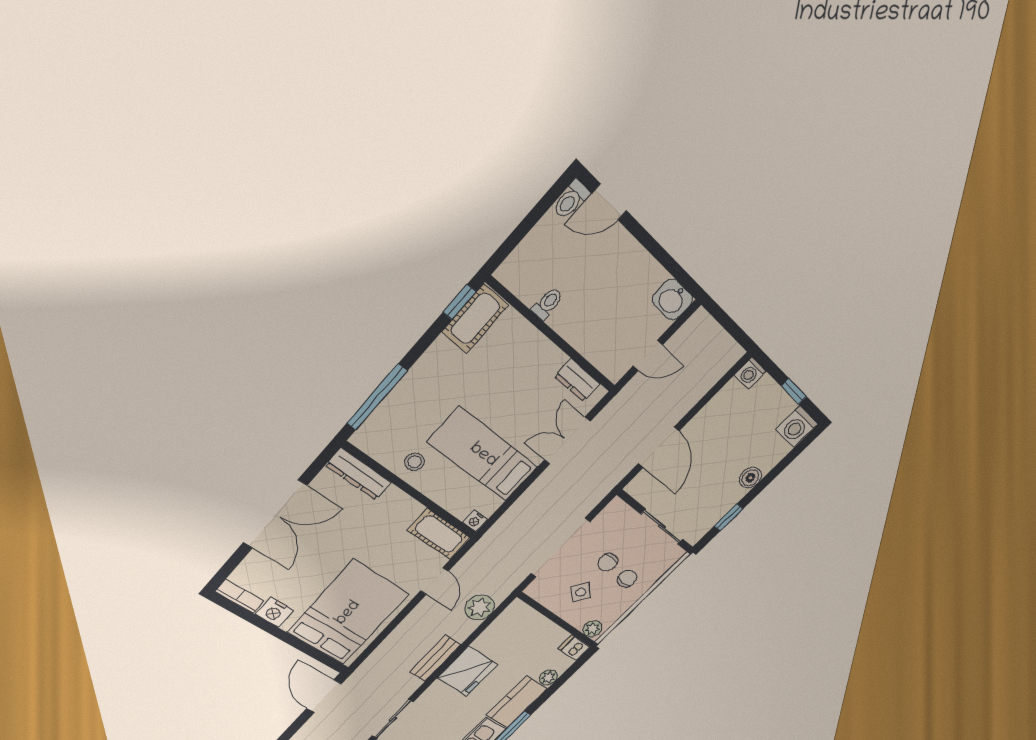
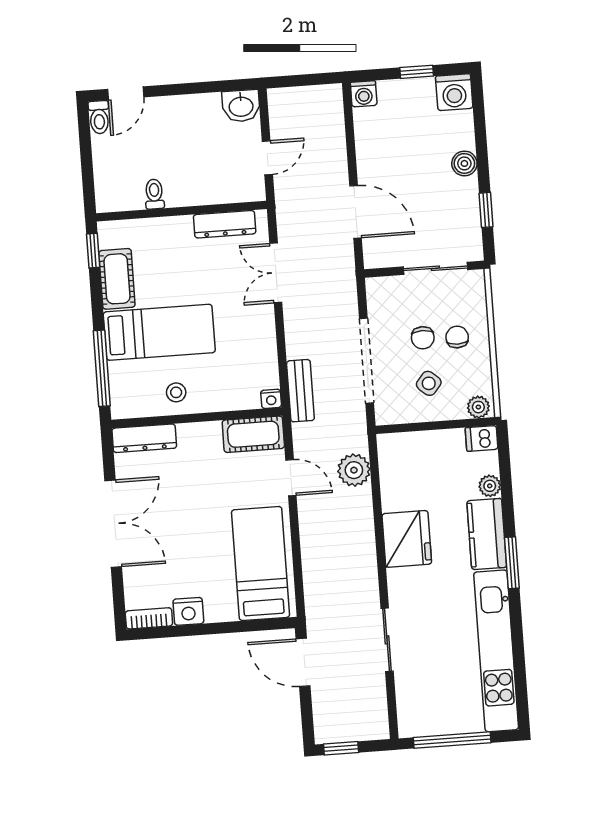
cot: (475, 319) -> (117, 279), moved
dresser: (577, 380) -> (225, 224), width x1.44
bed: (483, 455) -> (159, 332), moved, turned 180
bed: (348, 613) -> (261, 564), width x0.67
bench: (435, 658) -> (300, 391), moved

